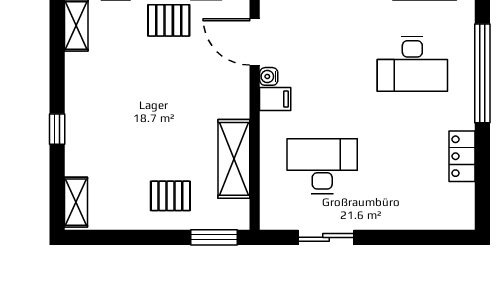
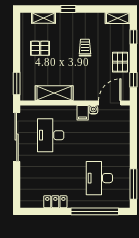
trolley: (138, 94) -> (85, 48), added
desk: (322, 166) -> (51, 135), turned 180
pallet: (170, 196) -> (40, 48), moved, turned 90
shelving: (76, 202) -> (43, 18), moved
sliding door: (326, 237) -> (17, 137), width x1.86

